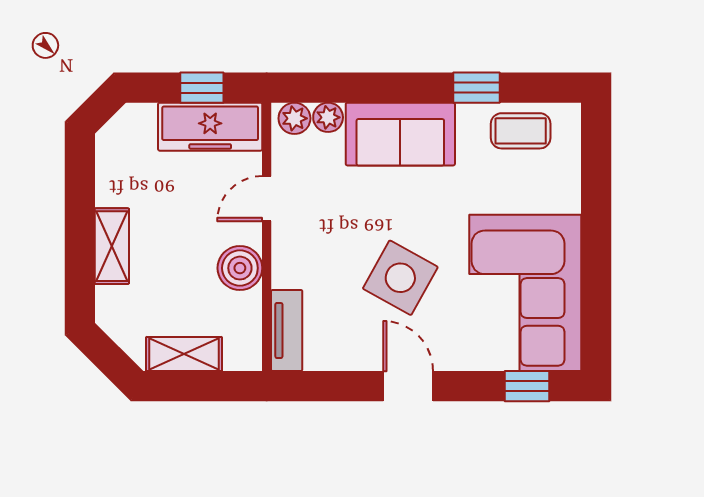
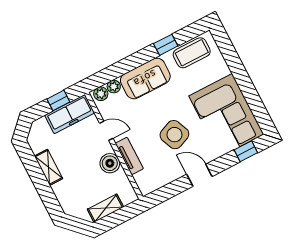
coffee table: (521, 131) -> (192, 53), width x1.36, depth x1.30
door: (267, 199) -> (106, 131), swing flipped
shelving: (112, 246) -> (49, 167), moved
side table: (400, 278) -> (174, 135), turned 38
tv unit: (287, 330) -> (129, 156), moved

